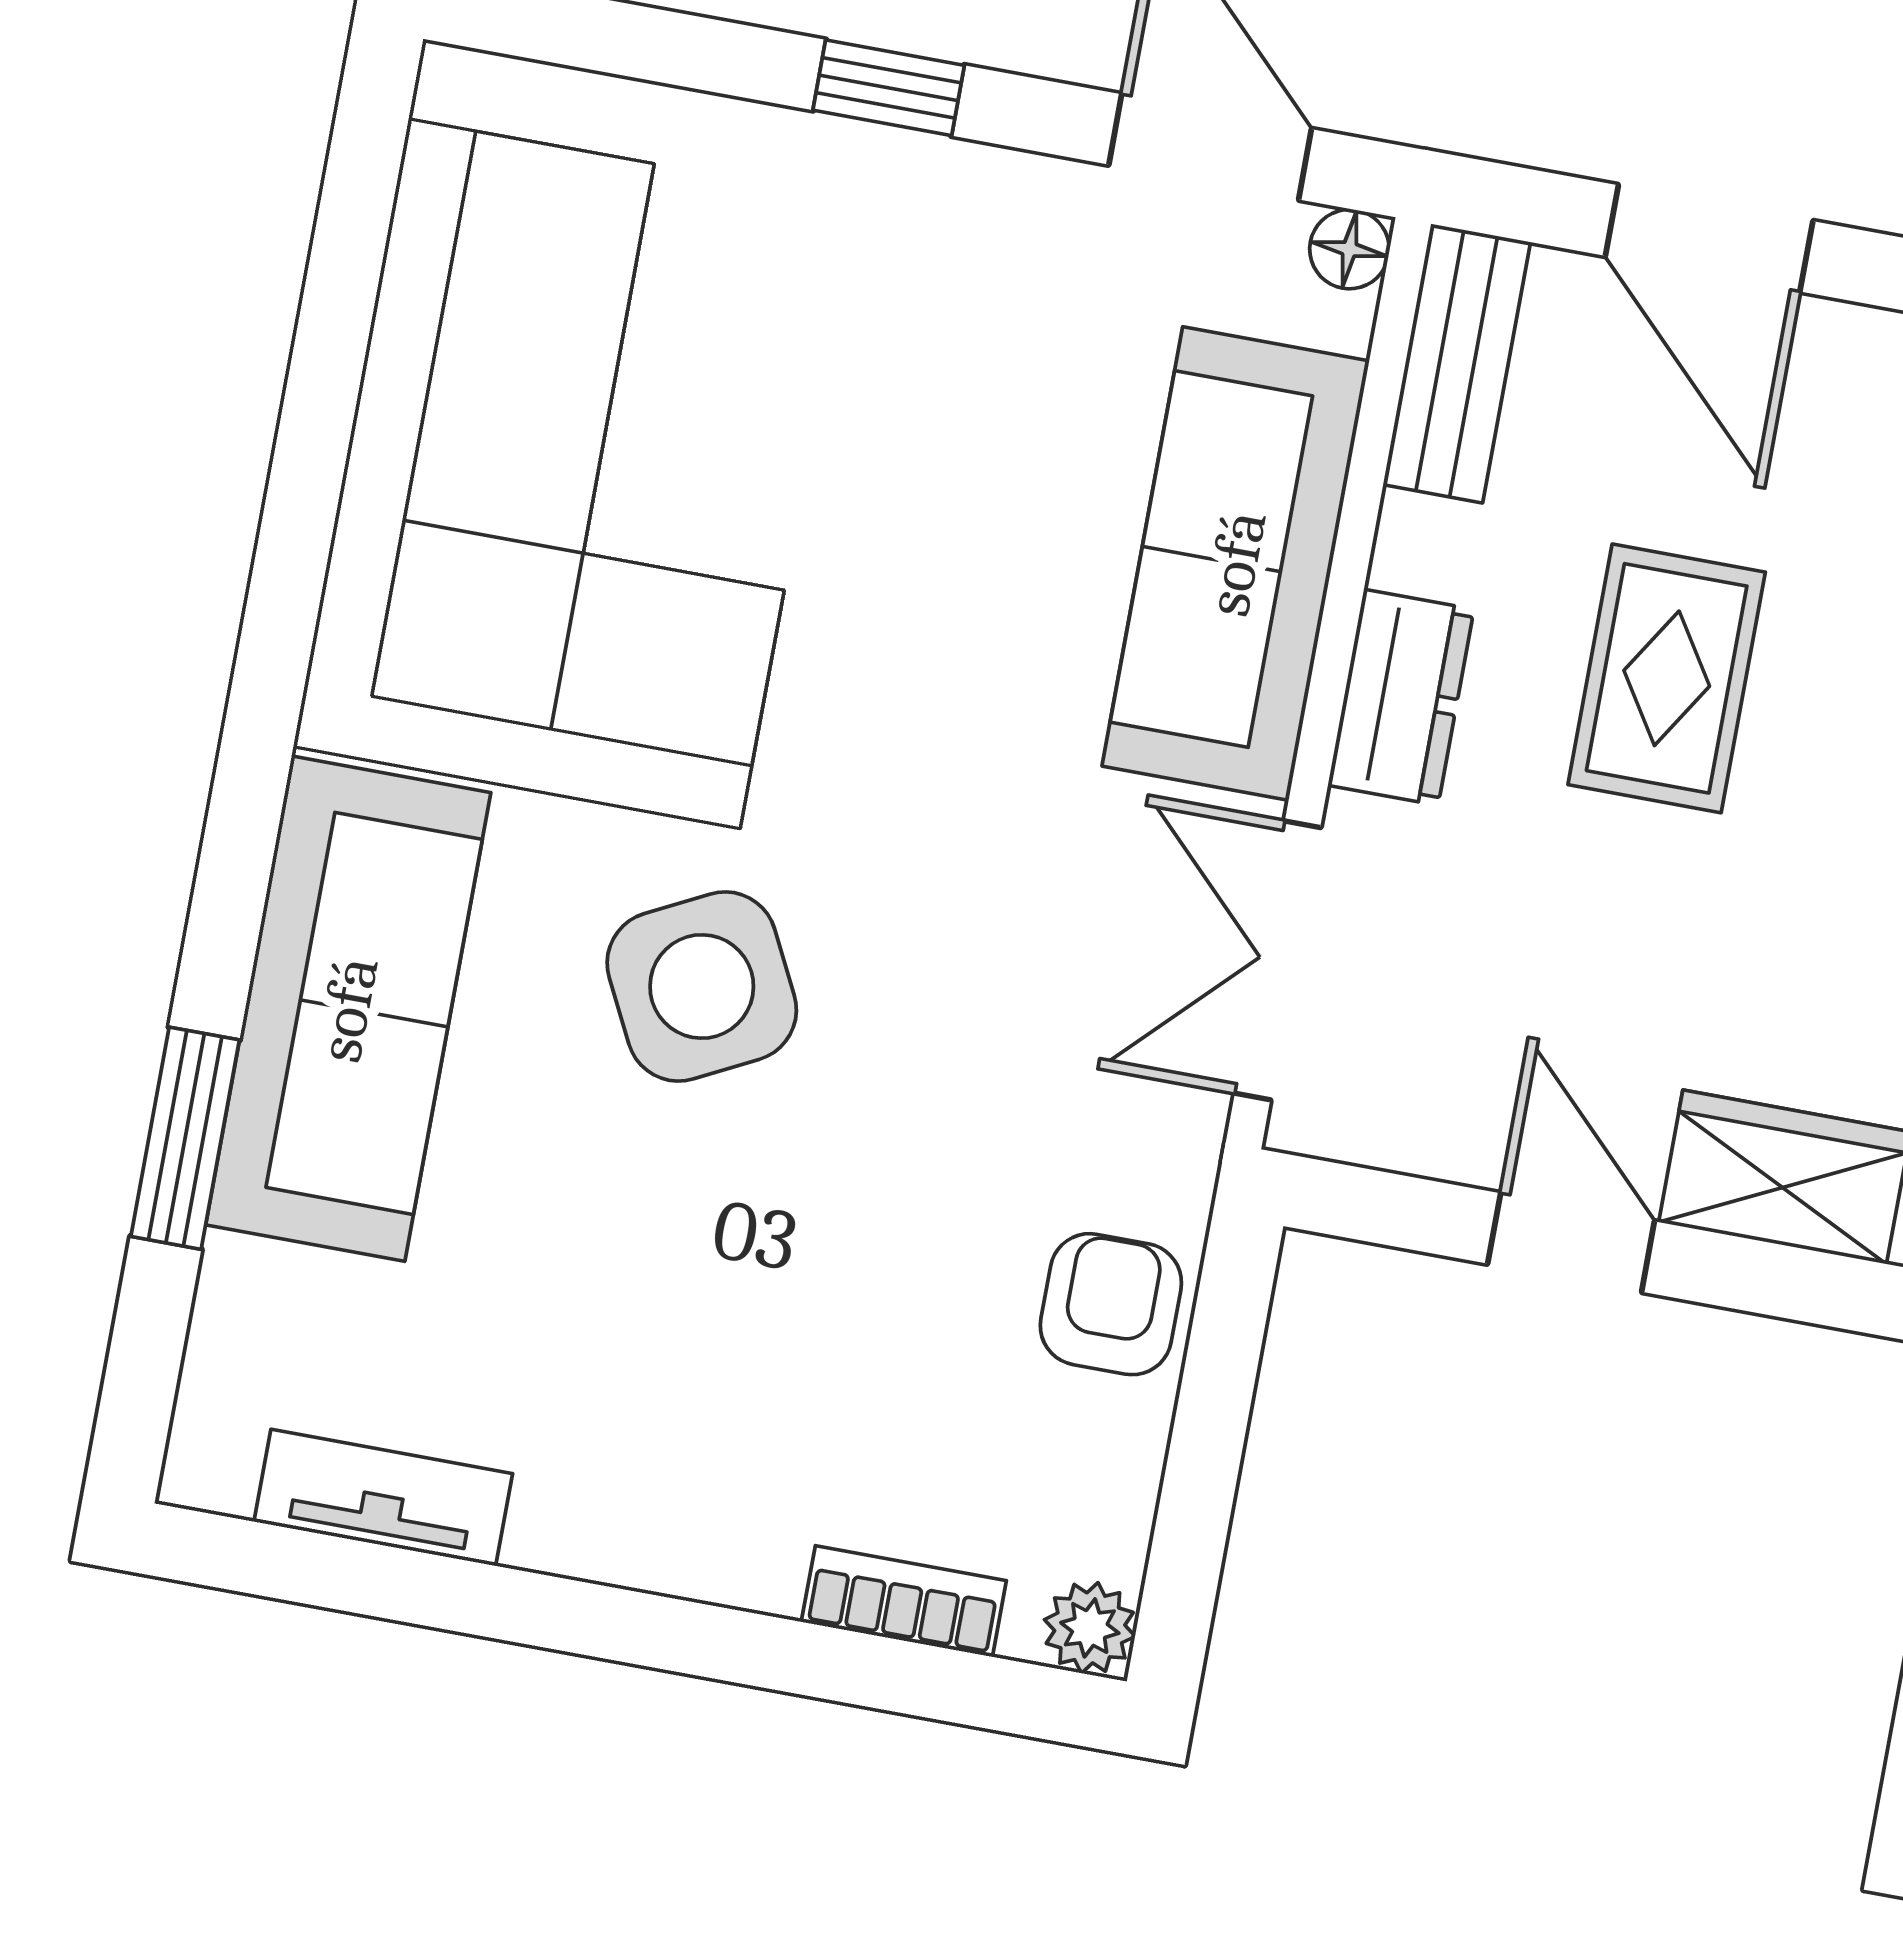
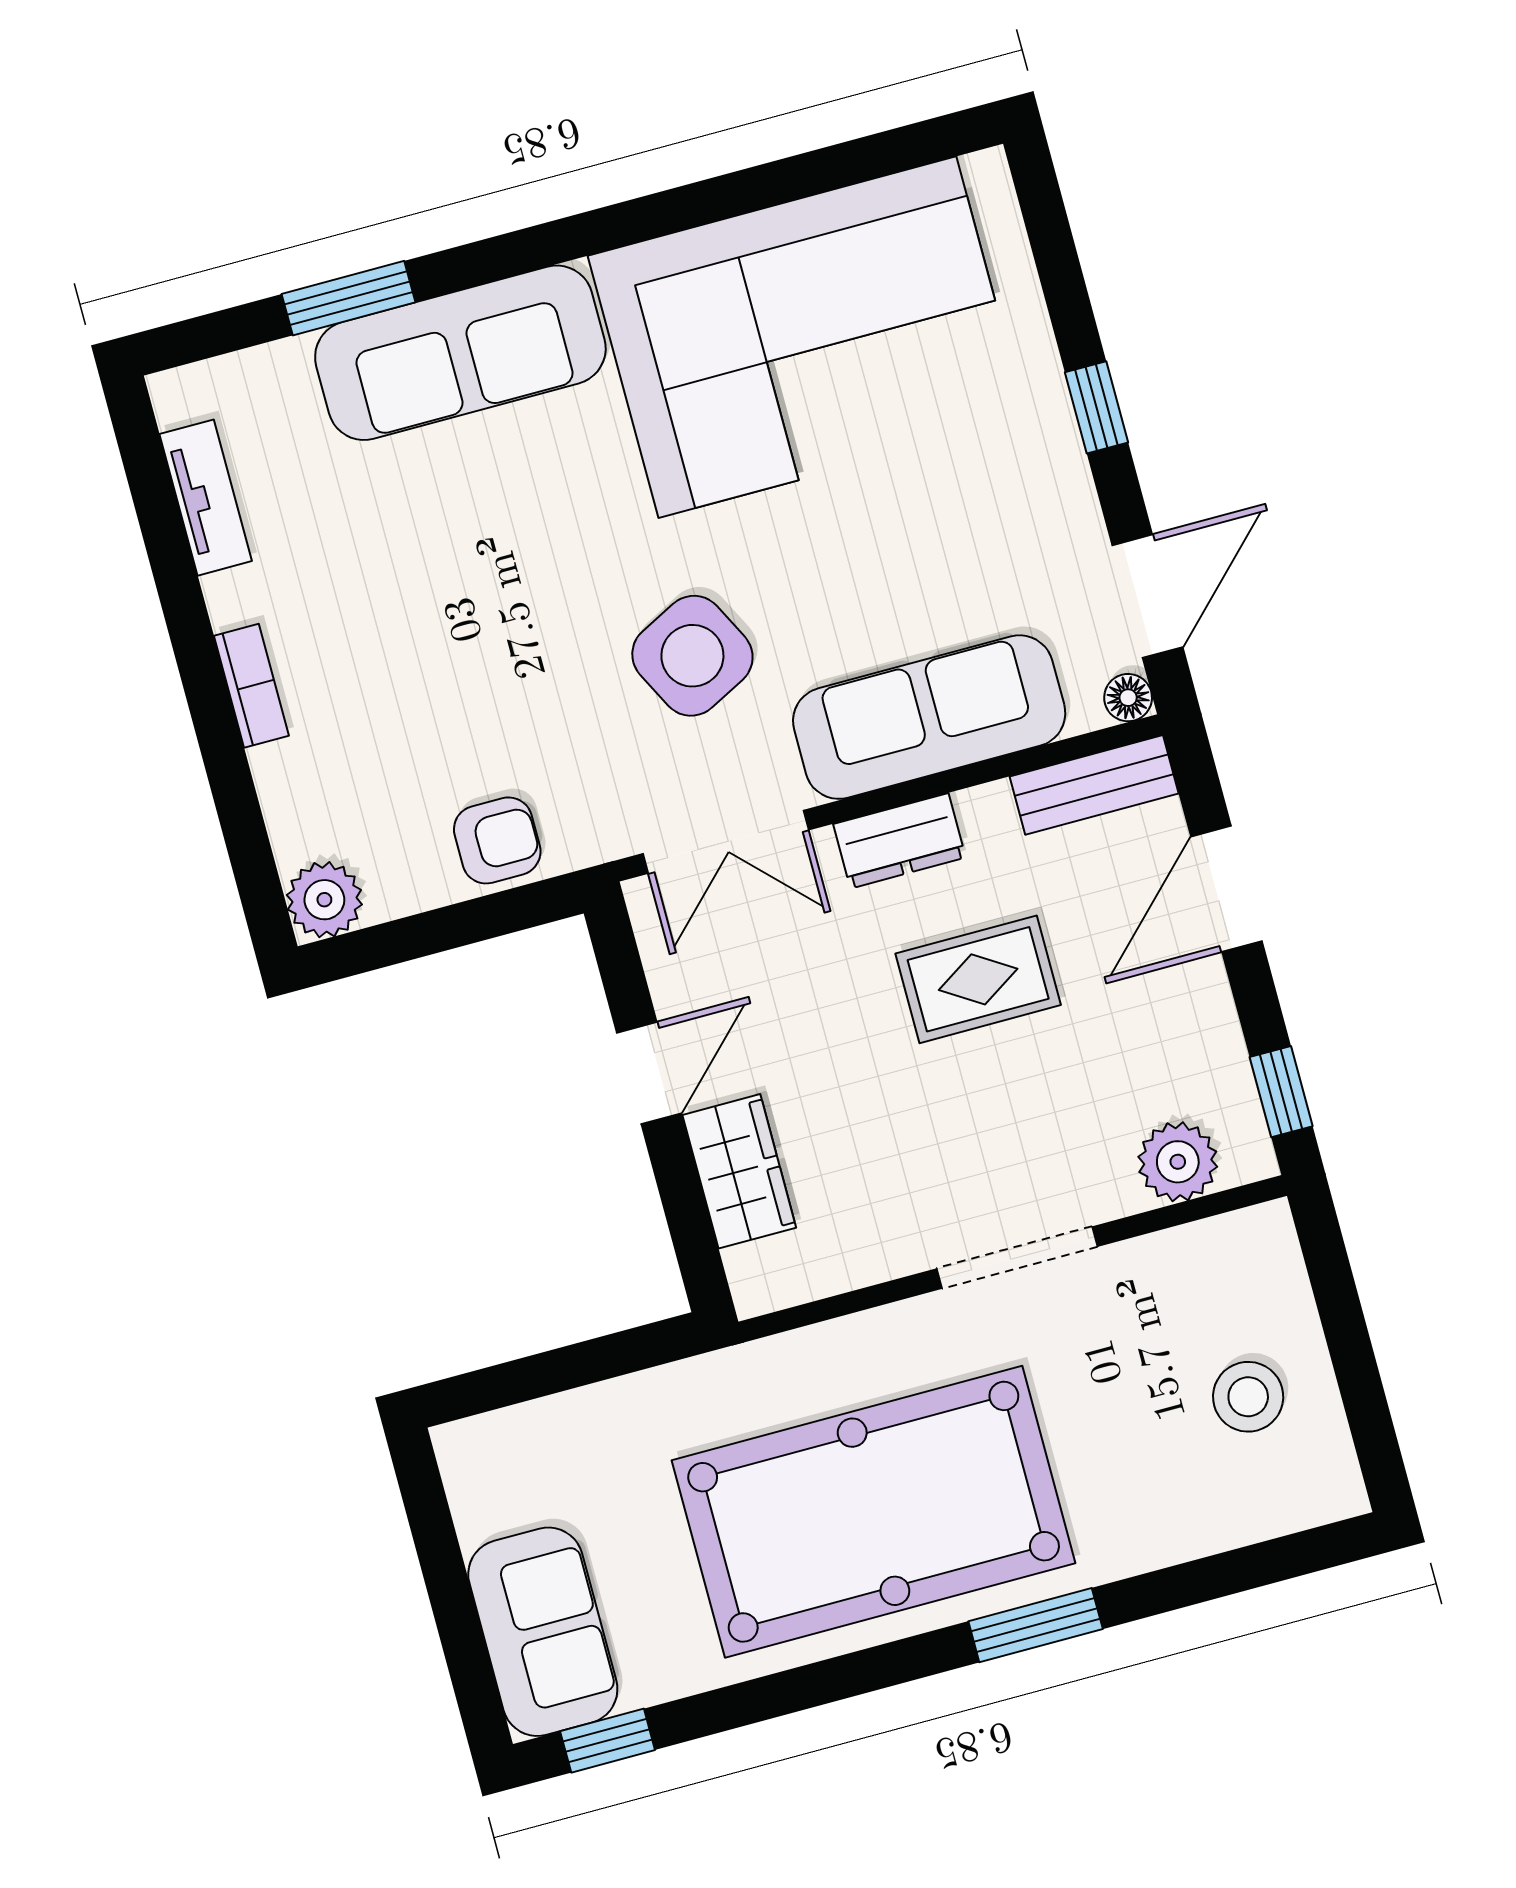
double door: (1277, 960) -> (726, 842), swing flipped
side table: (702, 986) -> (692, 656), moved
bookcase: (904, 1601) -> (251, 686), moved
plant: (1090, 1628) -> (324, 900), width x1.38, depth x1.38

